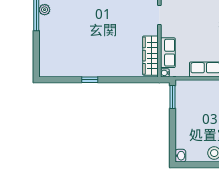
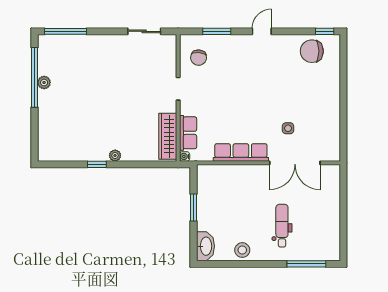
plant: (105, 72) -> (115, 155), added
window: (172, 97) -> (193, 208), moved
washbasin: (180, 156) -> (205, 246), width x1.91, depth x1.45

